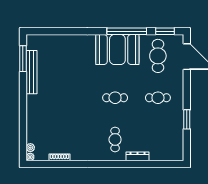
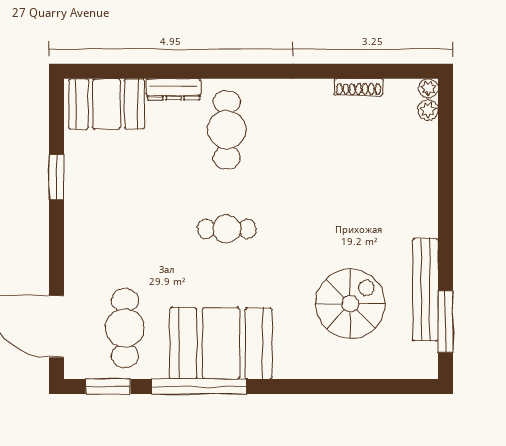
spiral stairs: (63, 66) -> (350, 304), added
cafe table: (158, 98) -> (125, 229), removed
cafe table: (115, 139) -> (227, 130), width x1.37, depth x1.35
booth: (166, 150) -> (106, 104), added

